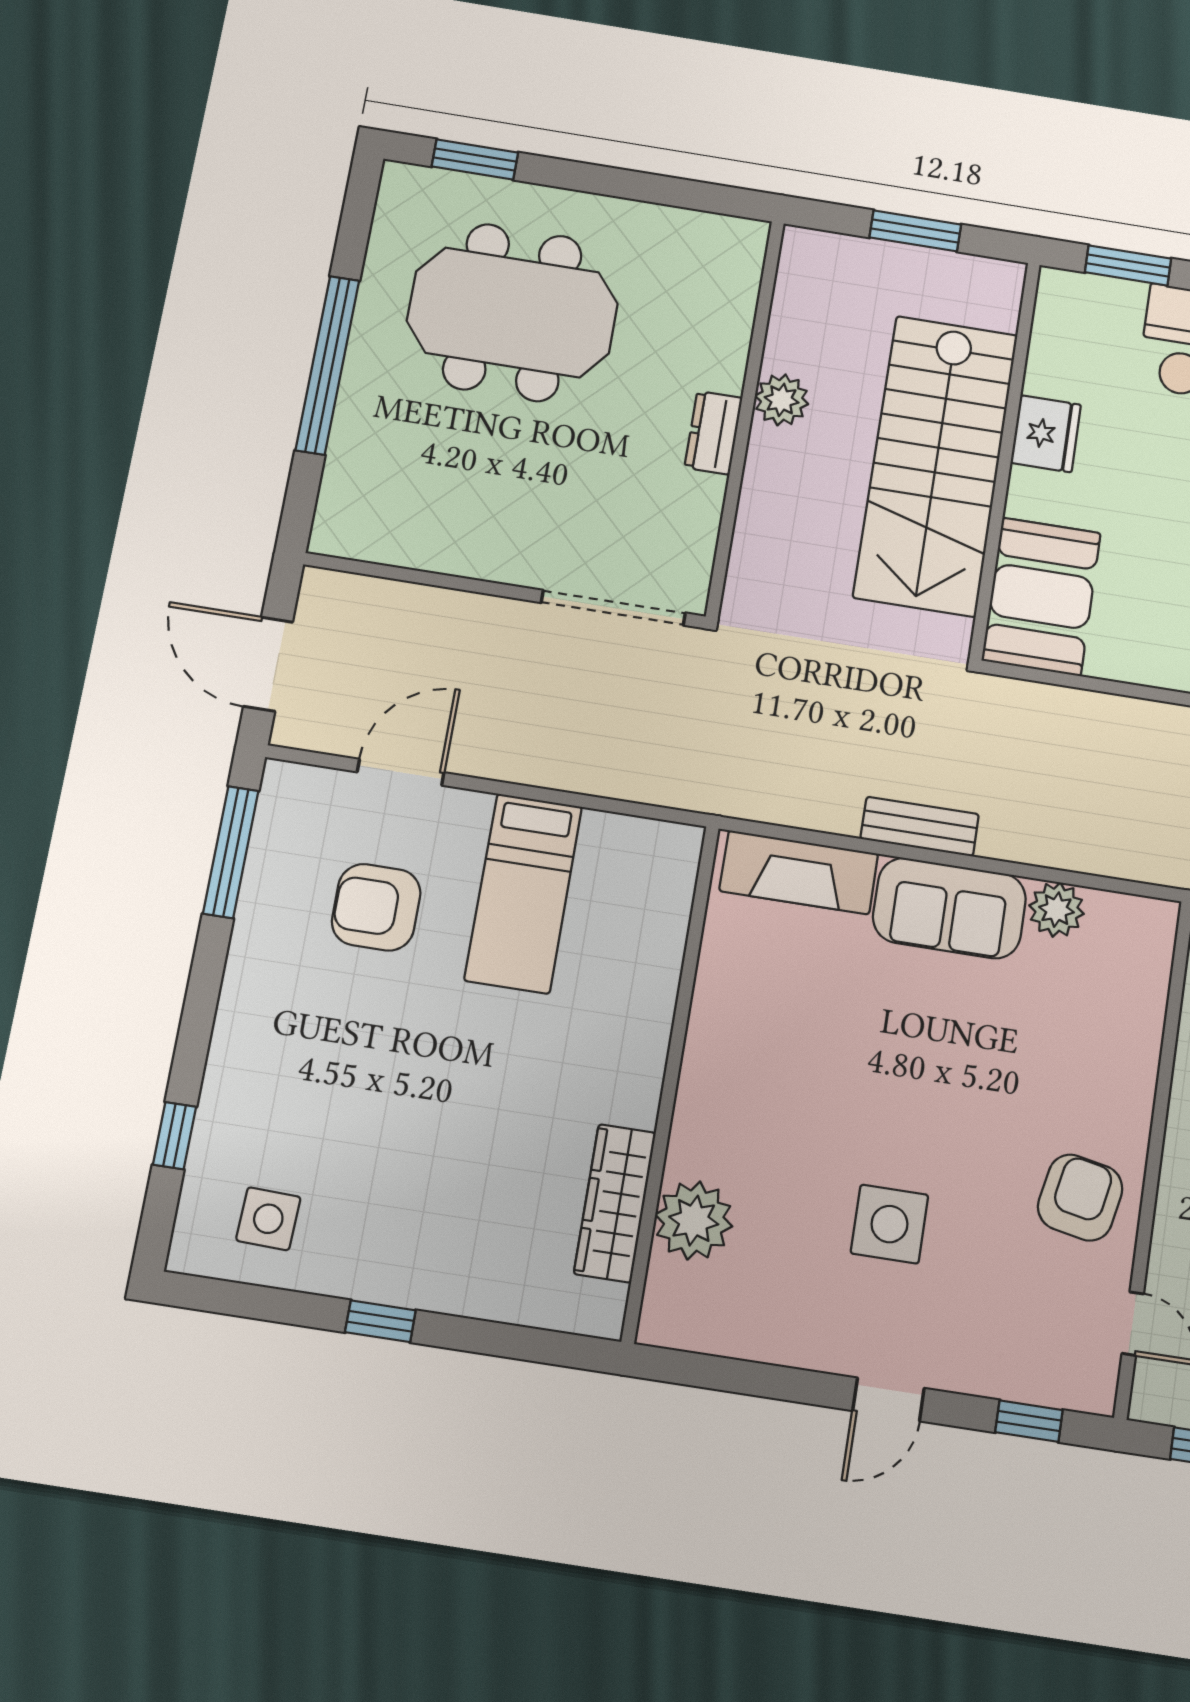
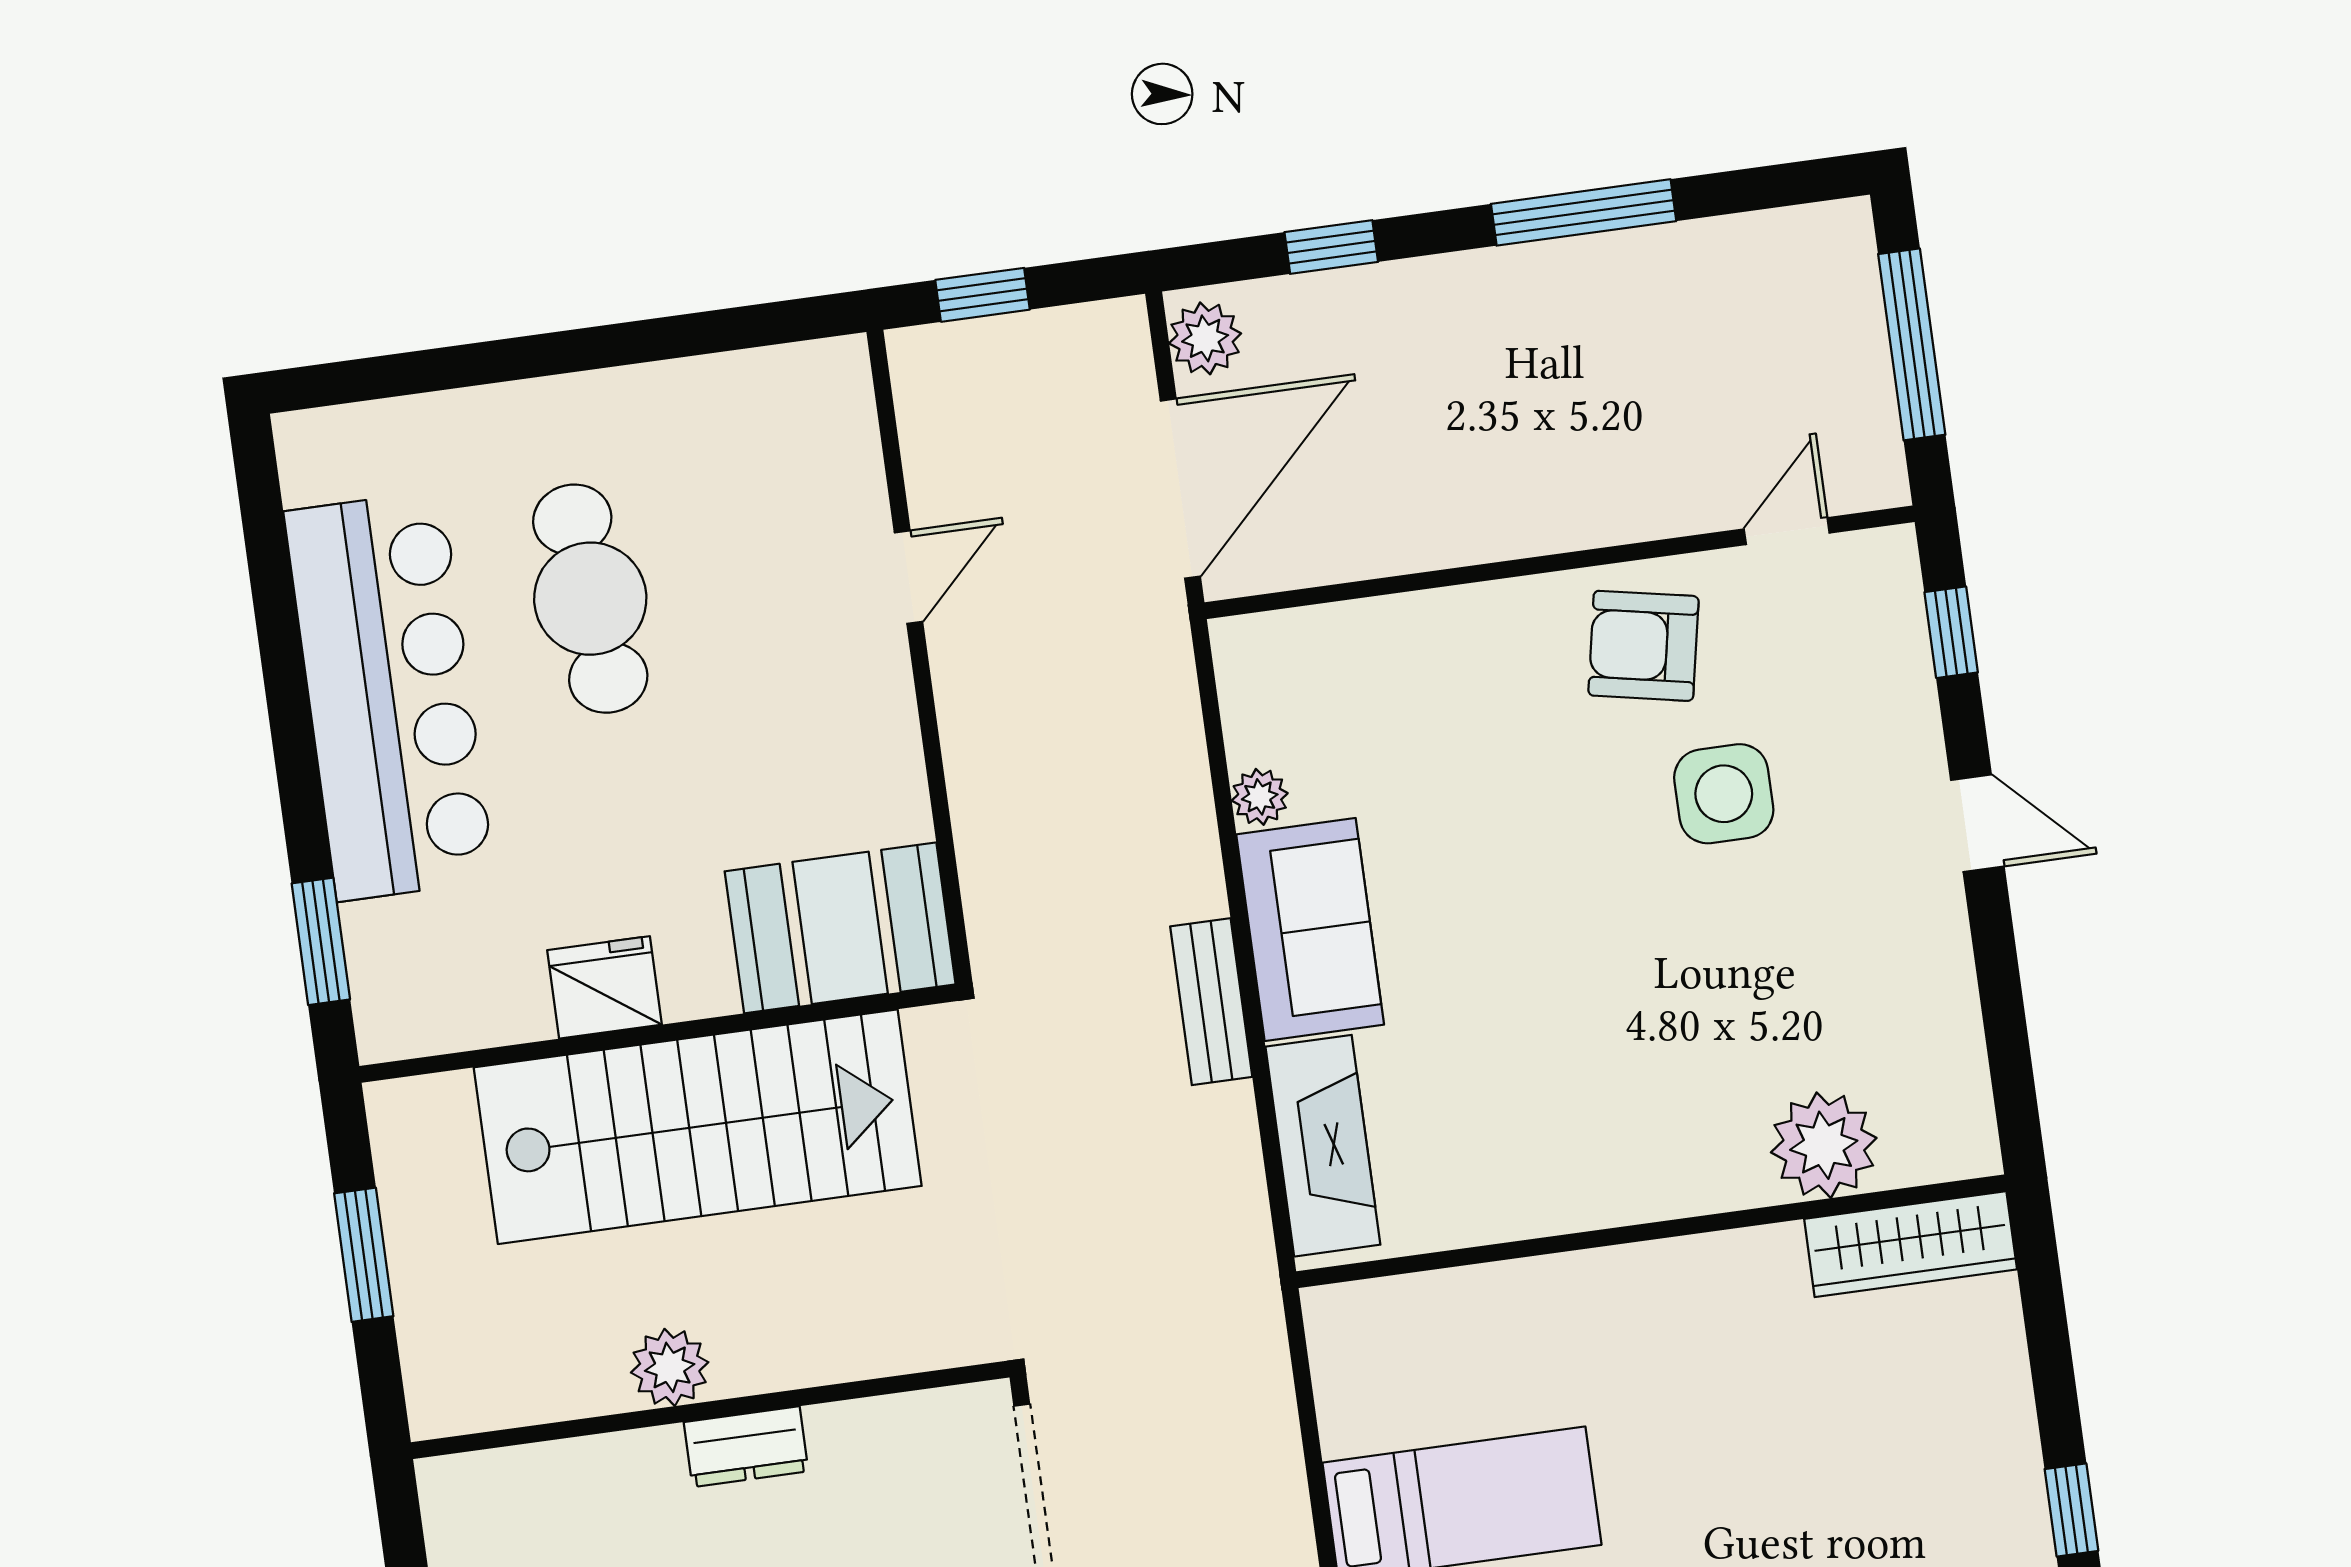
plant: (1057, 910) -> (1260, 797), width x0.73, depth x0.73
wardrobe: (615, 1203) -> (1911, 1244), moved
side table: (889, 1224) -> (1724, 794), moved

